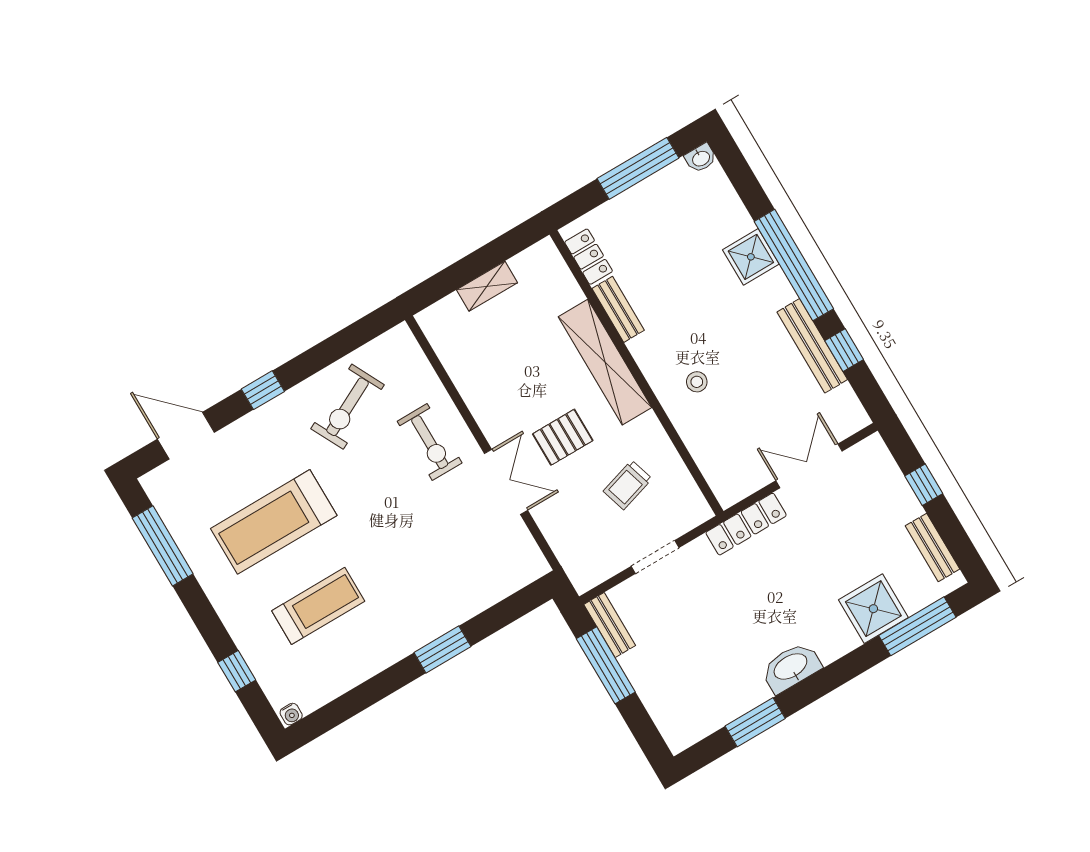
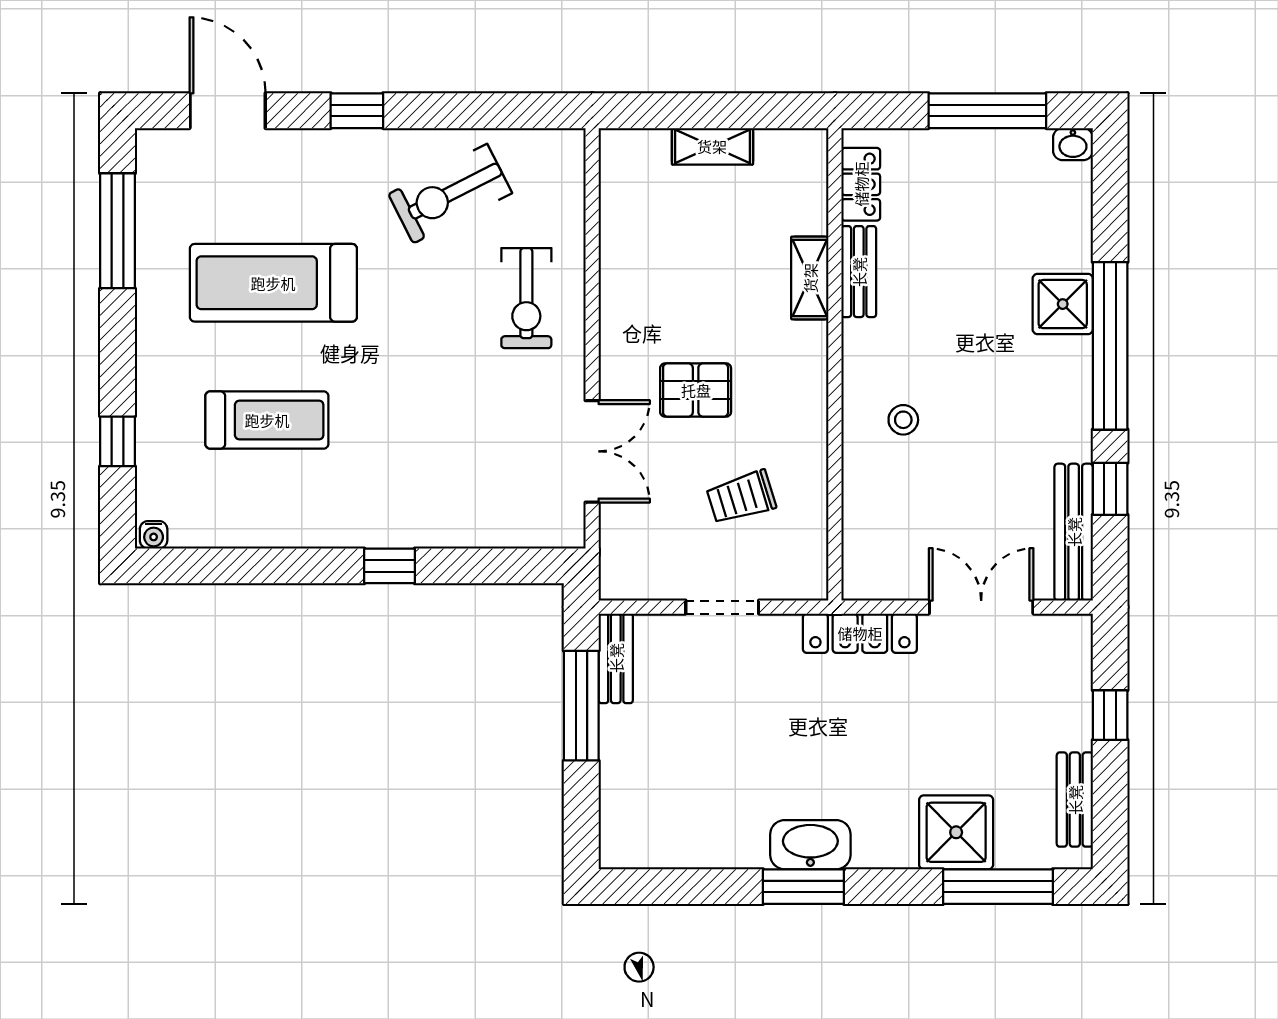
bench: (812, 346) -> (1074, 532), moved
shelving: (605, 362) -> (810, 278), width x0.45, depth x0.75
double door: (506, 482) -> (592, 451), moved
window: (442, 650) -> (390, 566), width x0.67
window: (755, 722) -> (803, 887), moved

